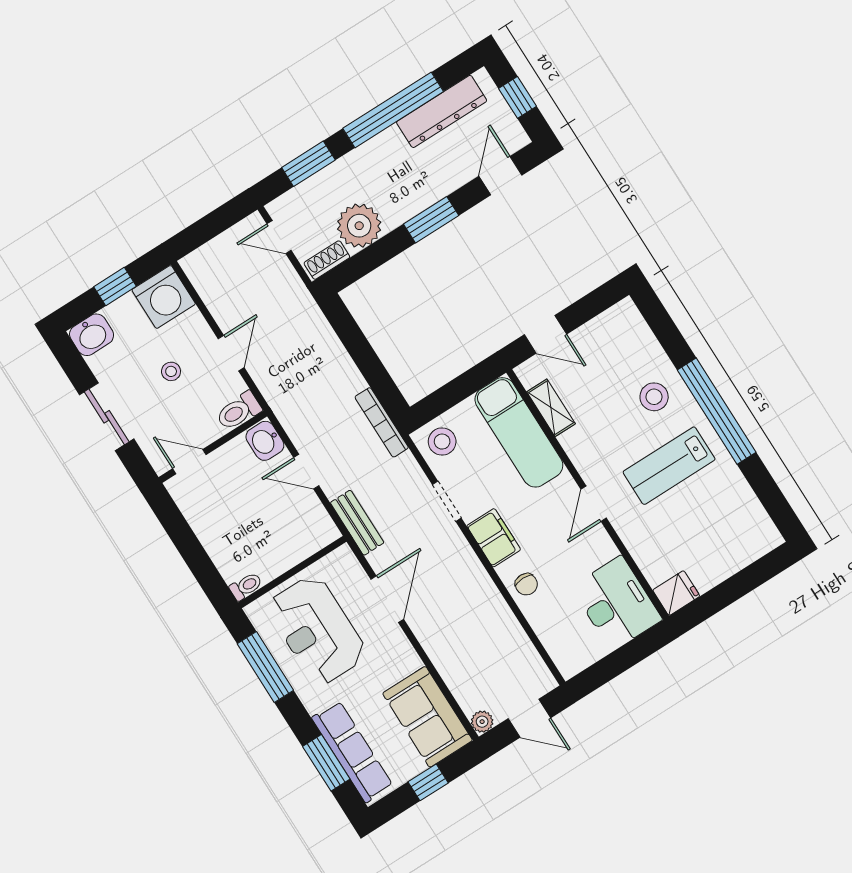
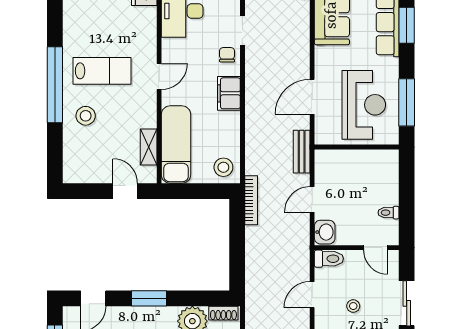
door: (306, 472) -> (312, 199), swing flipped
doorway: (447, 501) -> (242, 31), moved
toilet: (246, 586) -> (388, 213), moved

